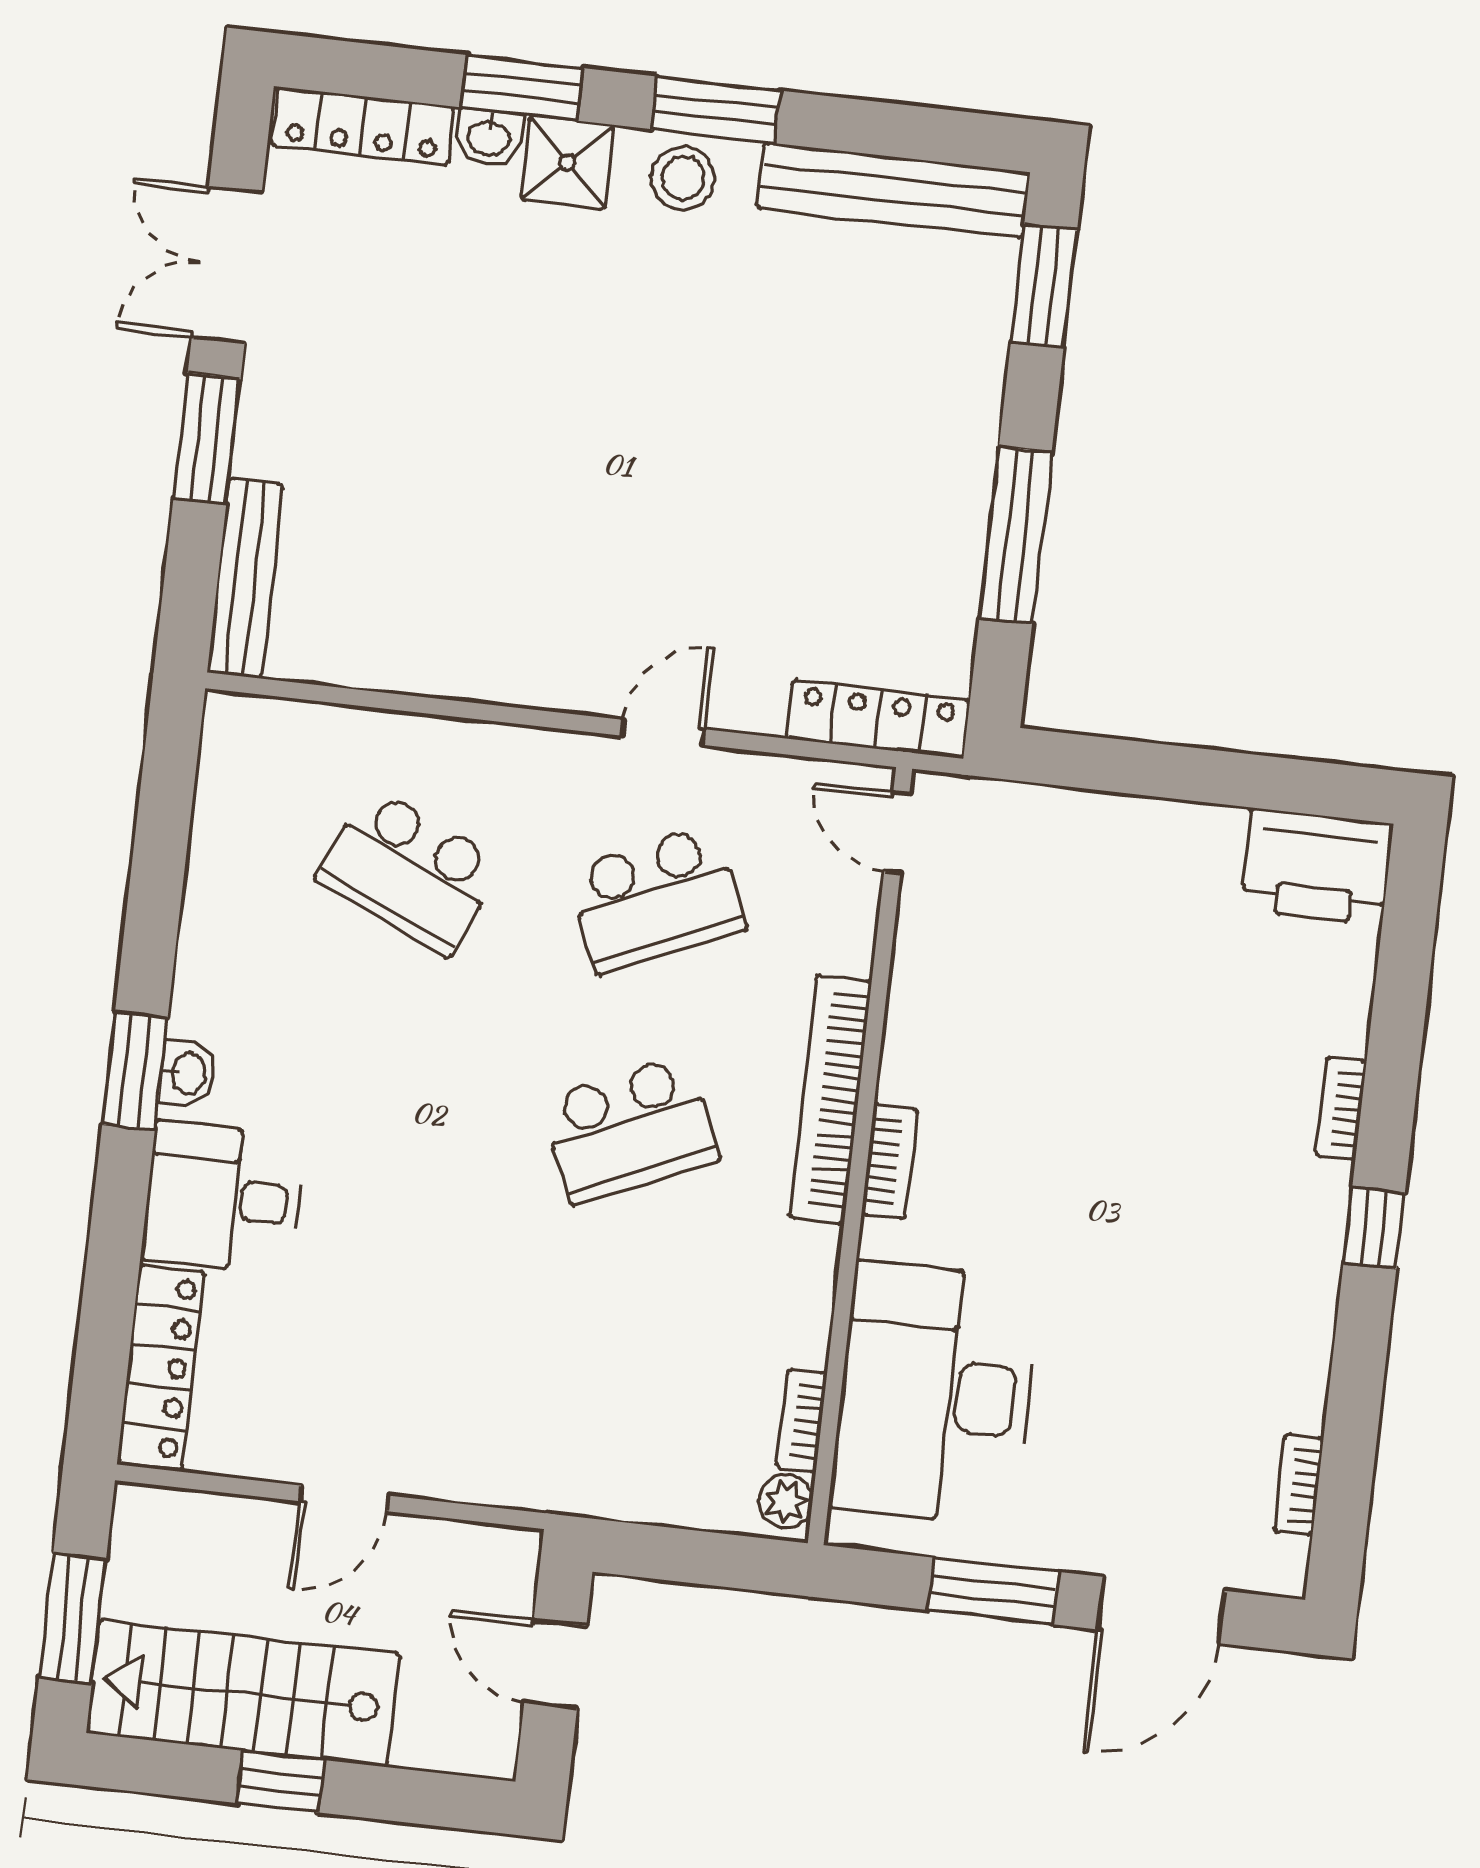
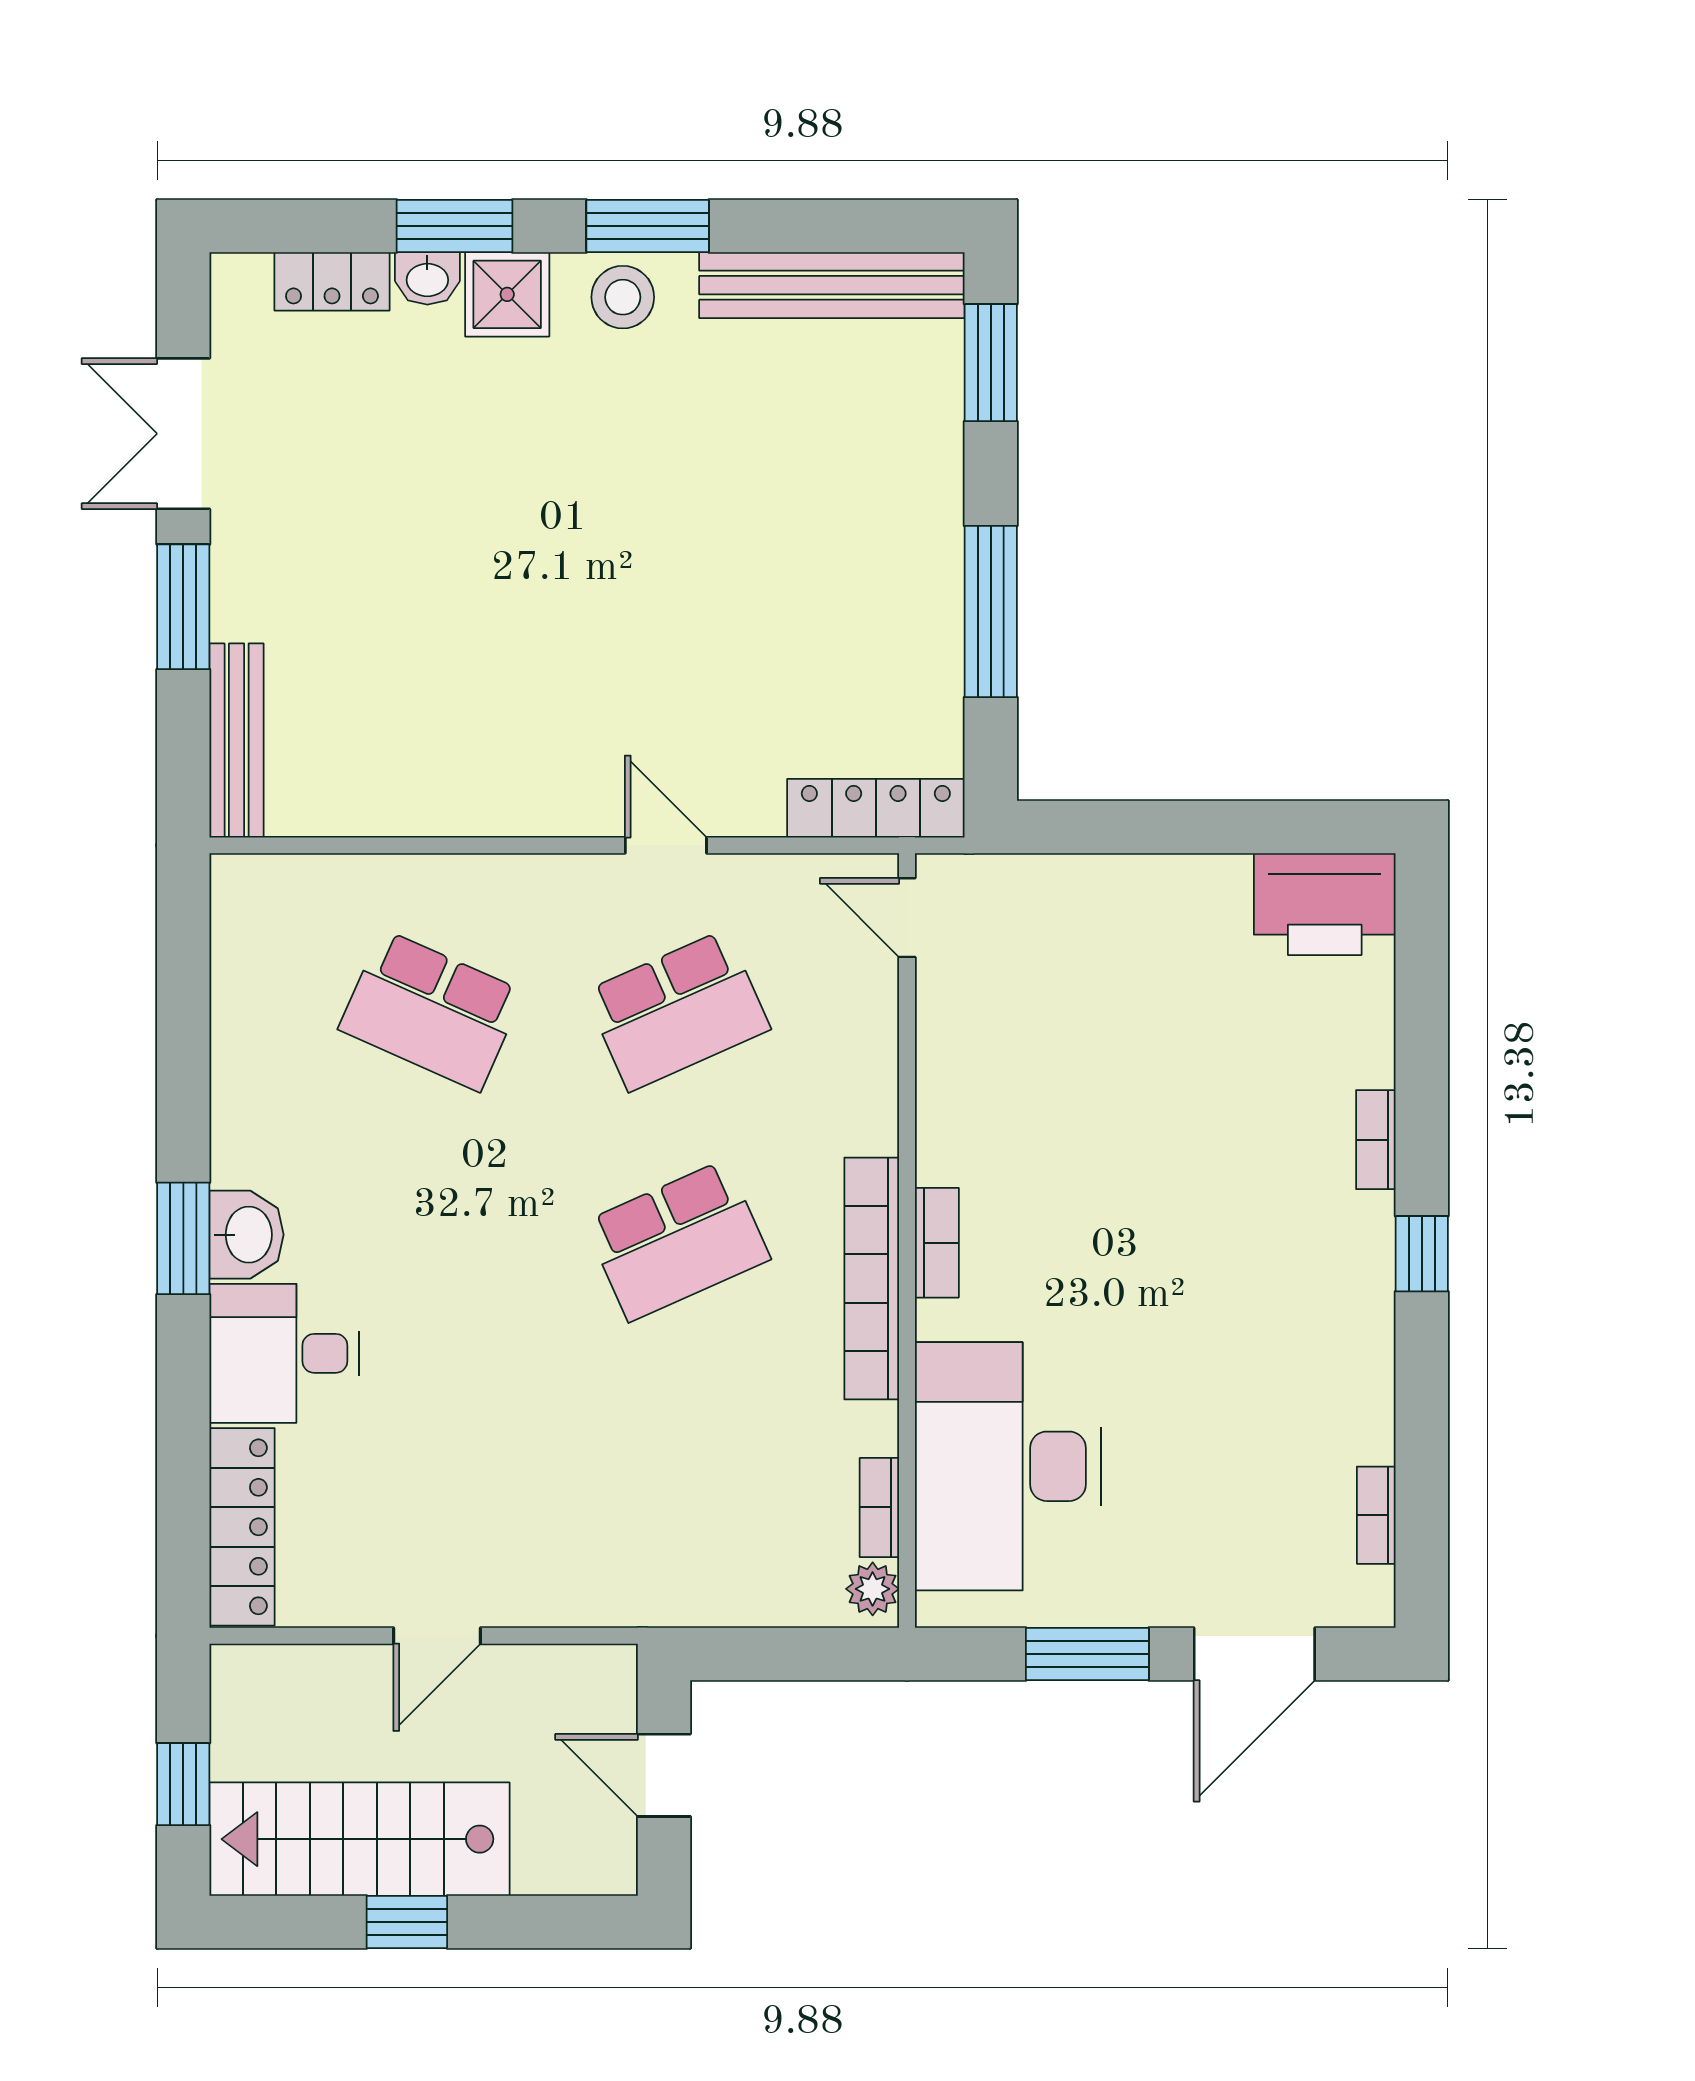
locker: (363, 126) -> (332, 281), width x0.66
door: (663, 732) -> (666, 845), hinge flipped
washbasin: (187, 1073) -> (247, 1235), width x1.38, depth x1.45
bookcase: (831, 1099) -> (872, 1279), moved
window: (73, 1618) -> (183, 1784), width x0.67

